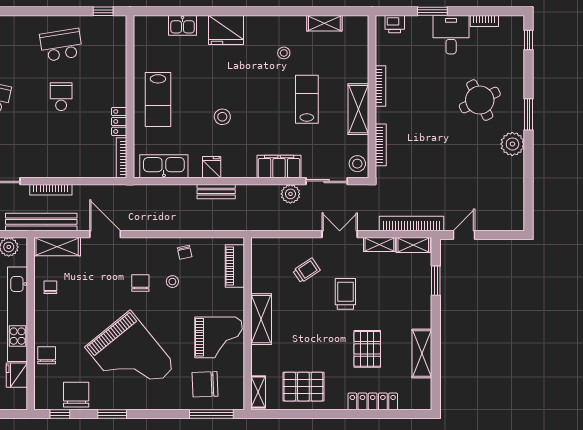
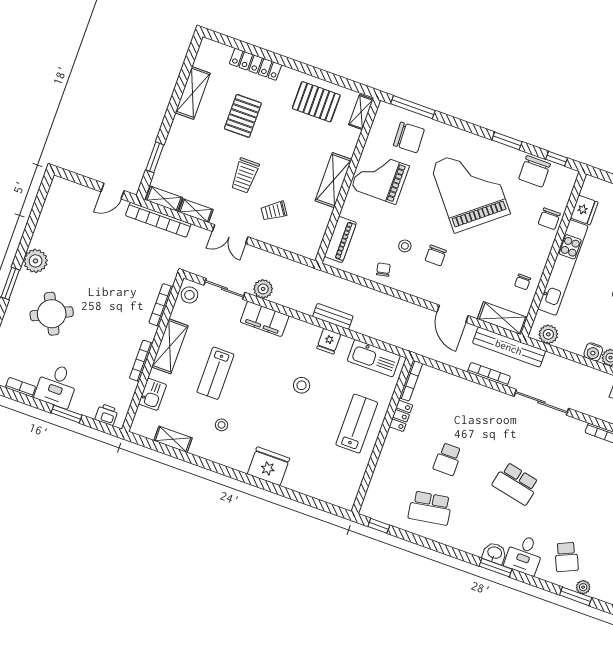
kitchen sink: (183, 25) -> (152, 394), moved, turned 90

